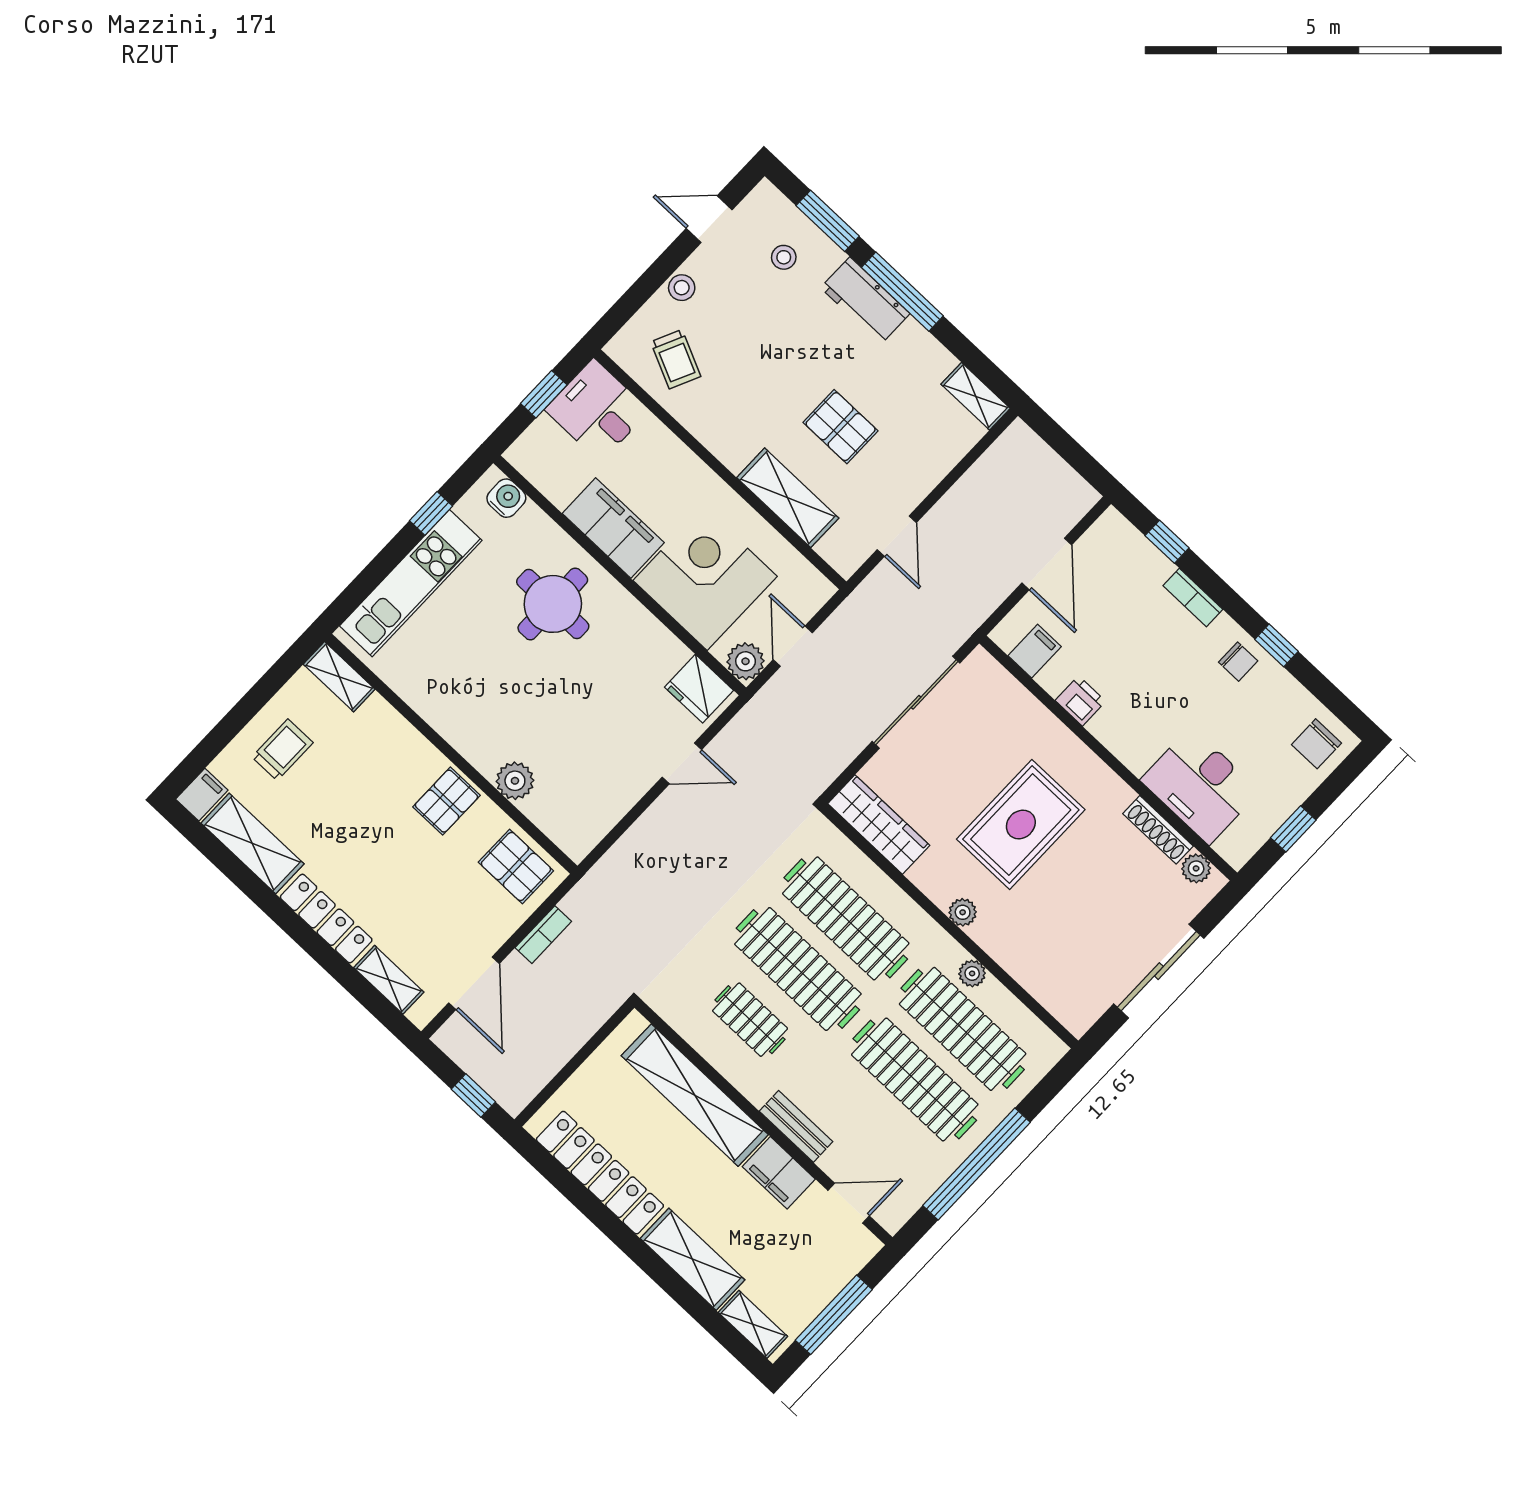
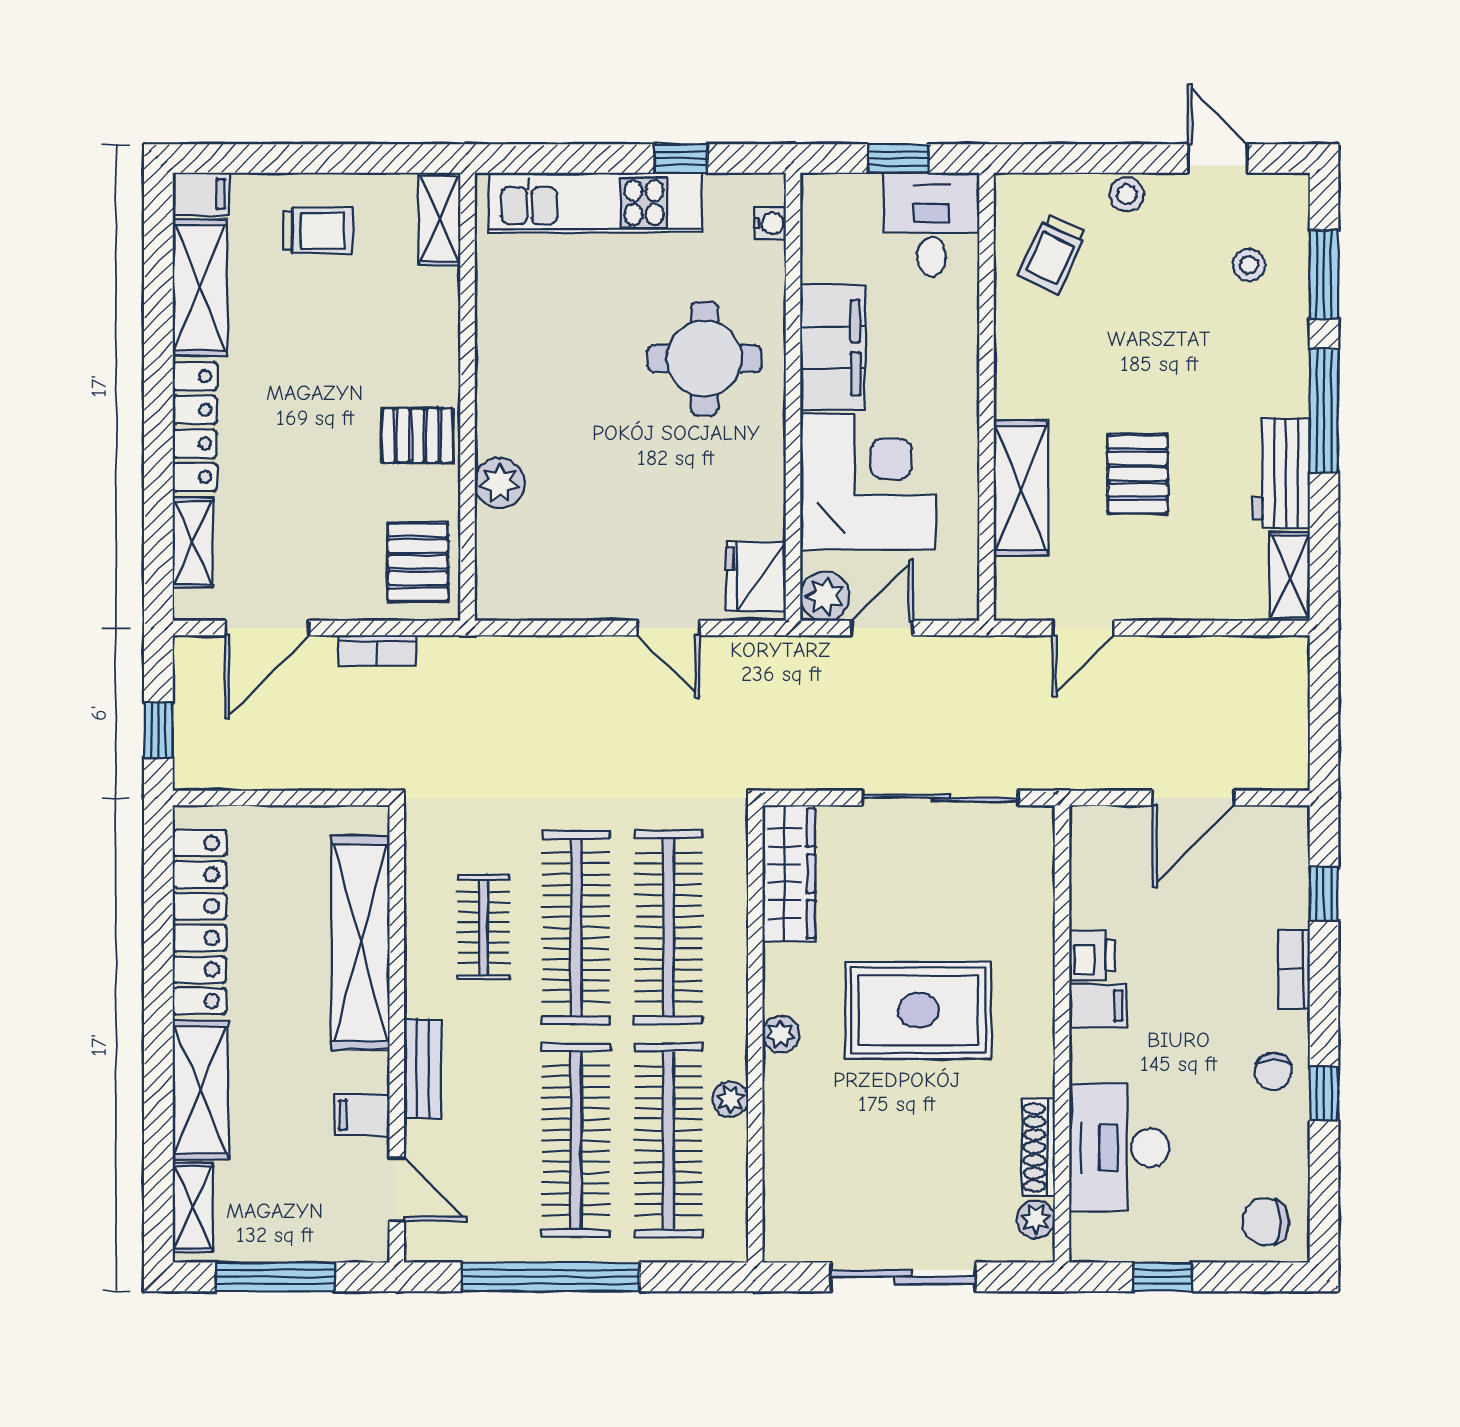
workbench: (865, 301) -> (1281, 473), moved
water cooler: (506, 498) -> (770, 223), width x0.72, depth x0.72
filing cabinet: (1035, 651) -> (1098, 1006), moved
filing cabinet: (779, 1173) -> (362, 1115), width x0.50

